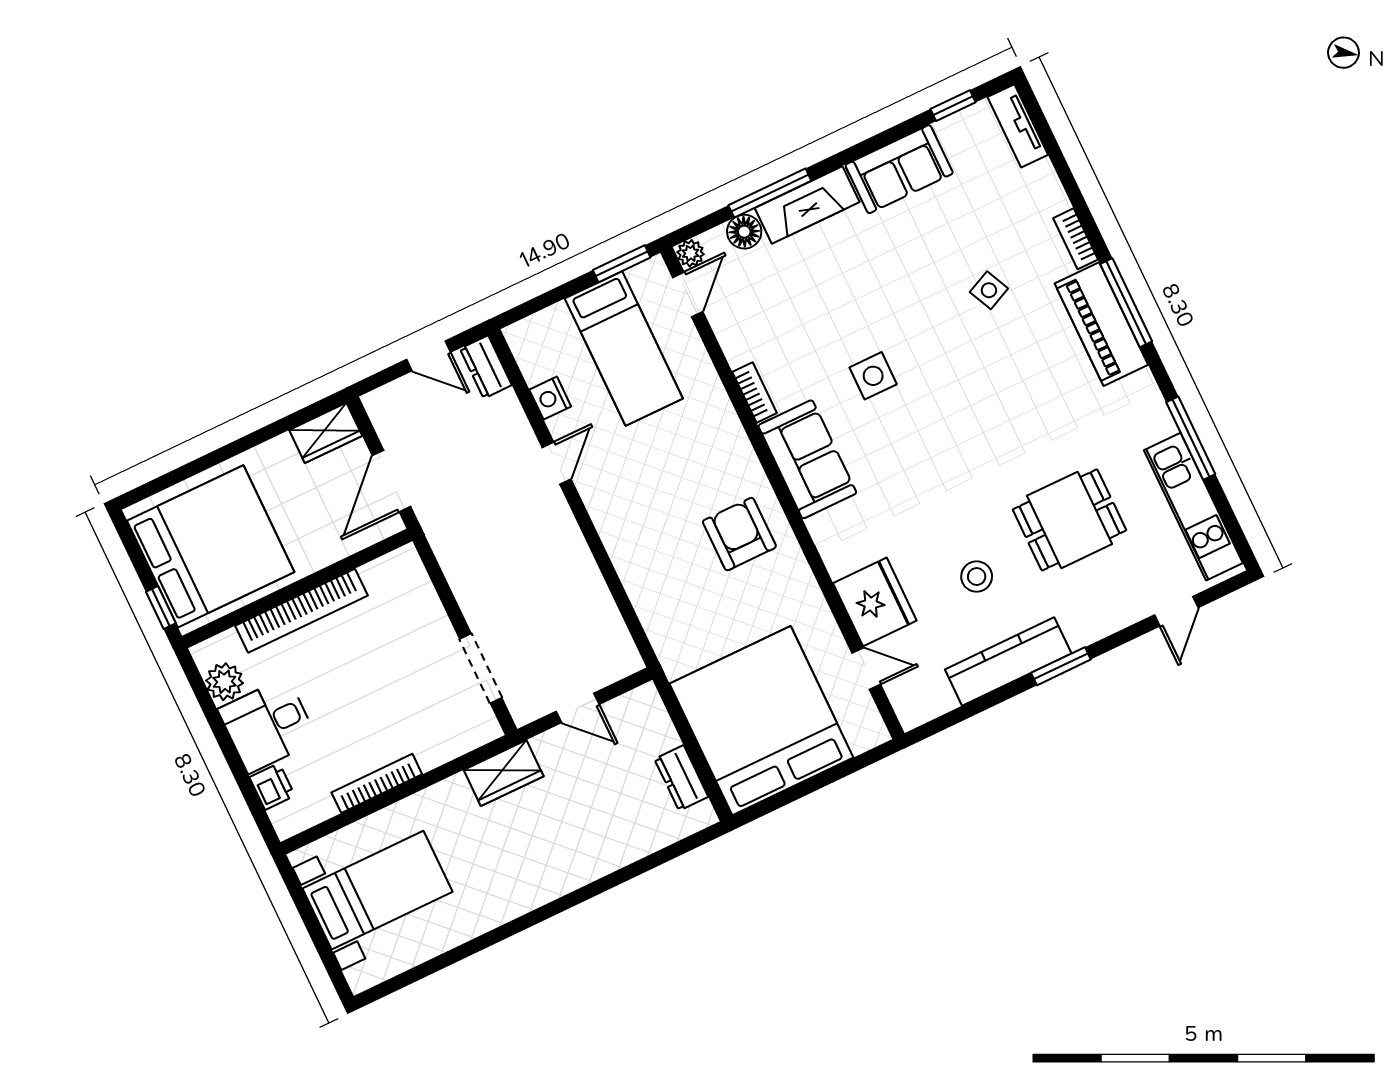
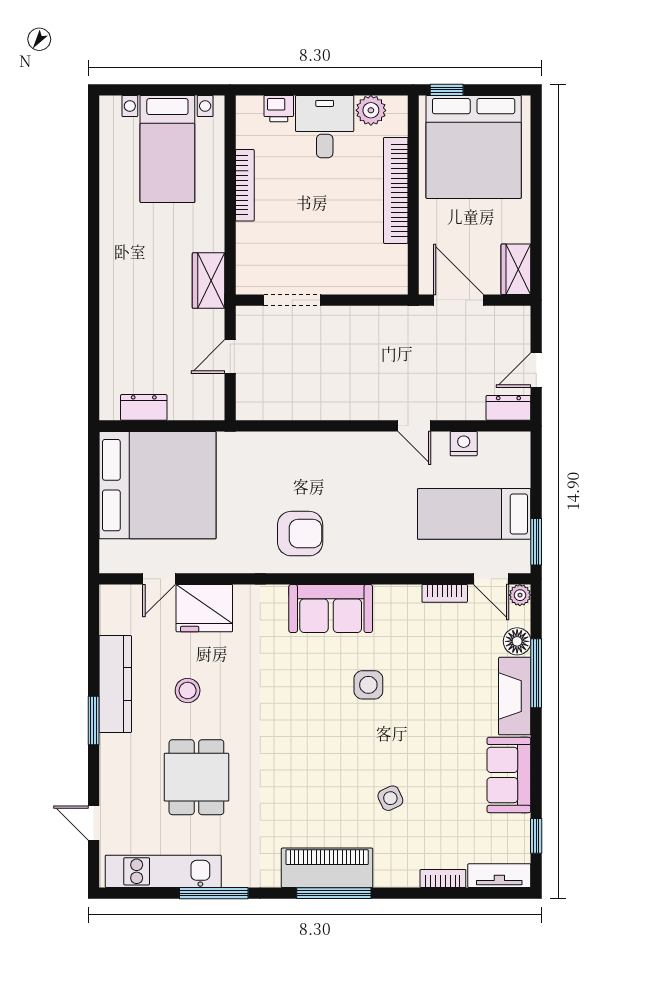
bookcase: (1076, 239) -> (443, 879), moved
bookcase: (755, 392) -> (445, 593), moved

